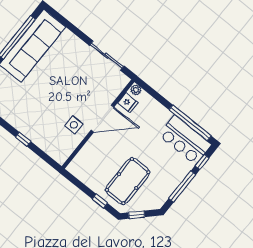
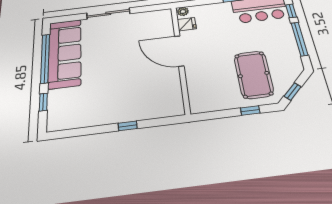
sliding door: (107, 56) -> (108, 13), moved
door: (102, 119) -> (179, 51), swing flipped
side table: (74, 125) -> (161, 76), removed

